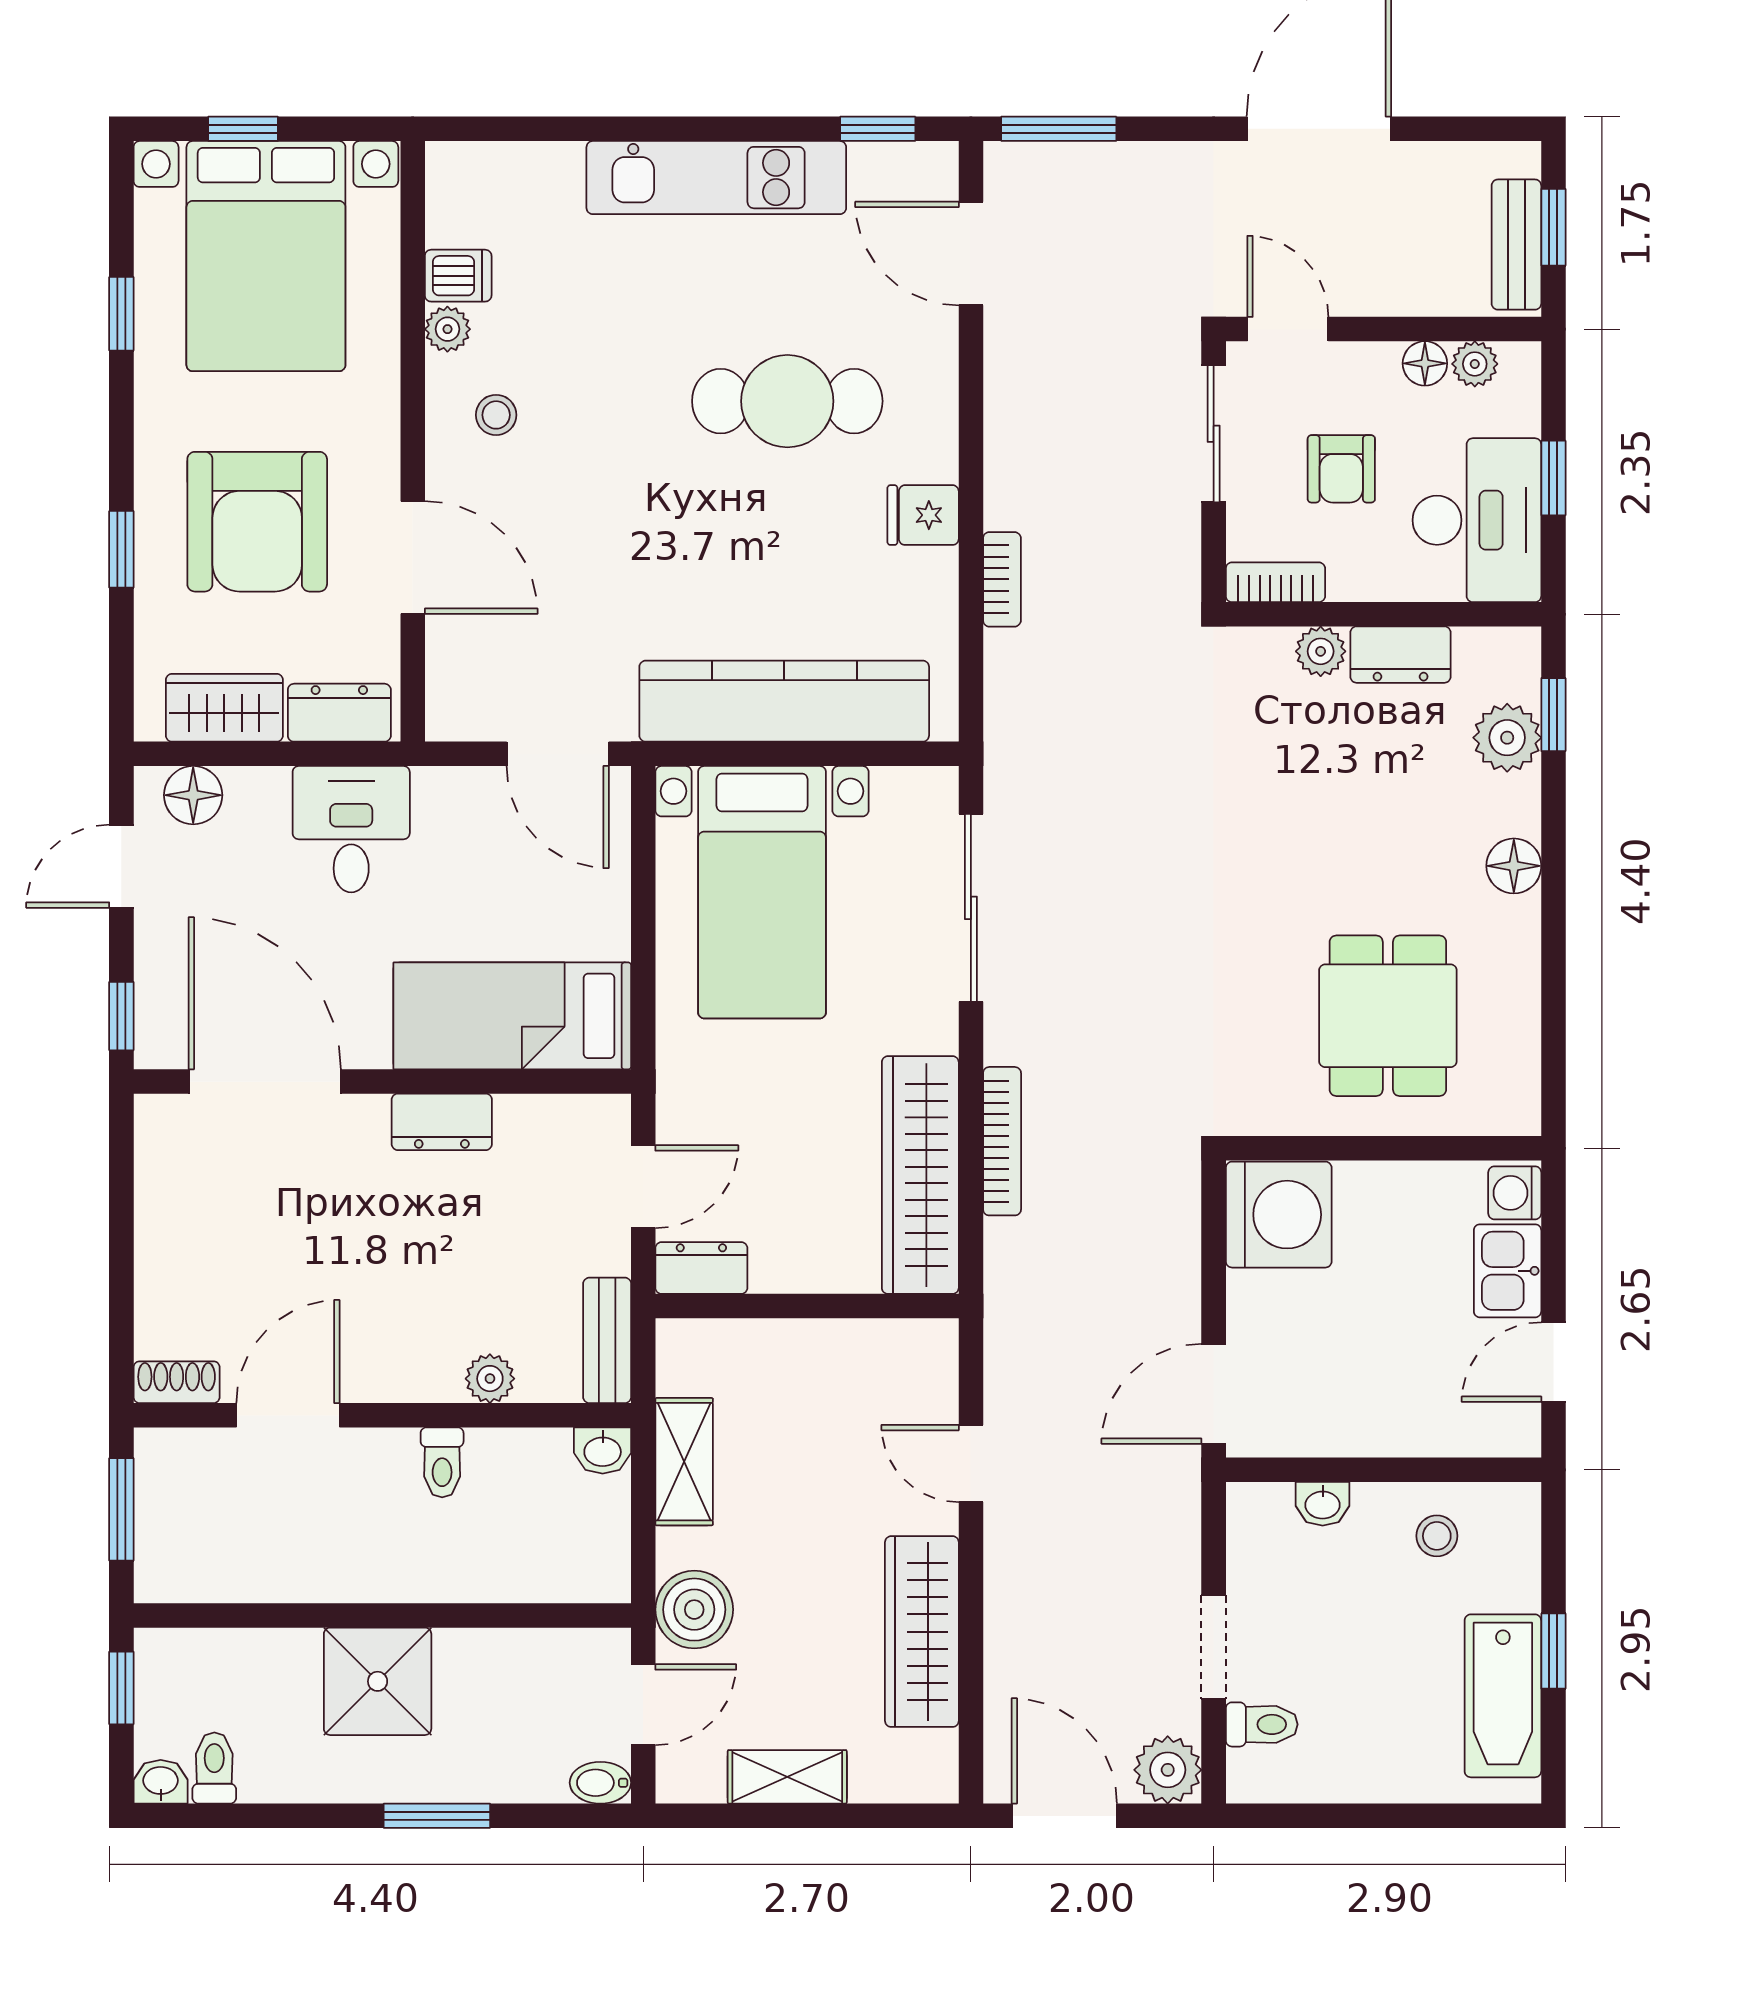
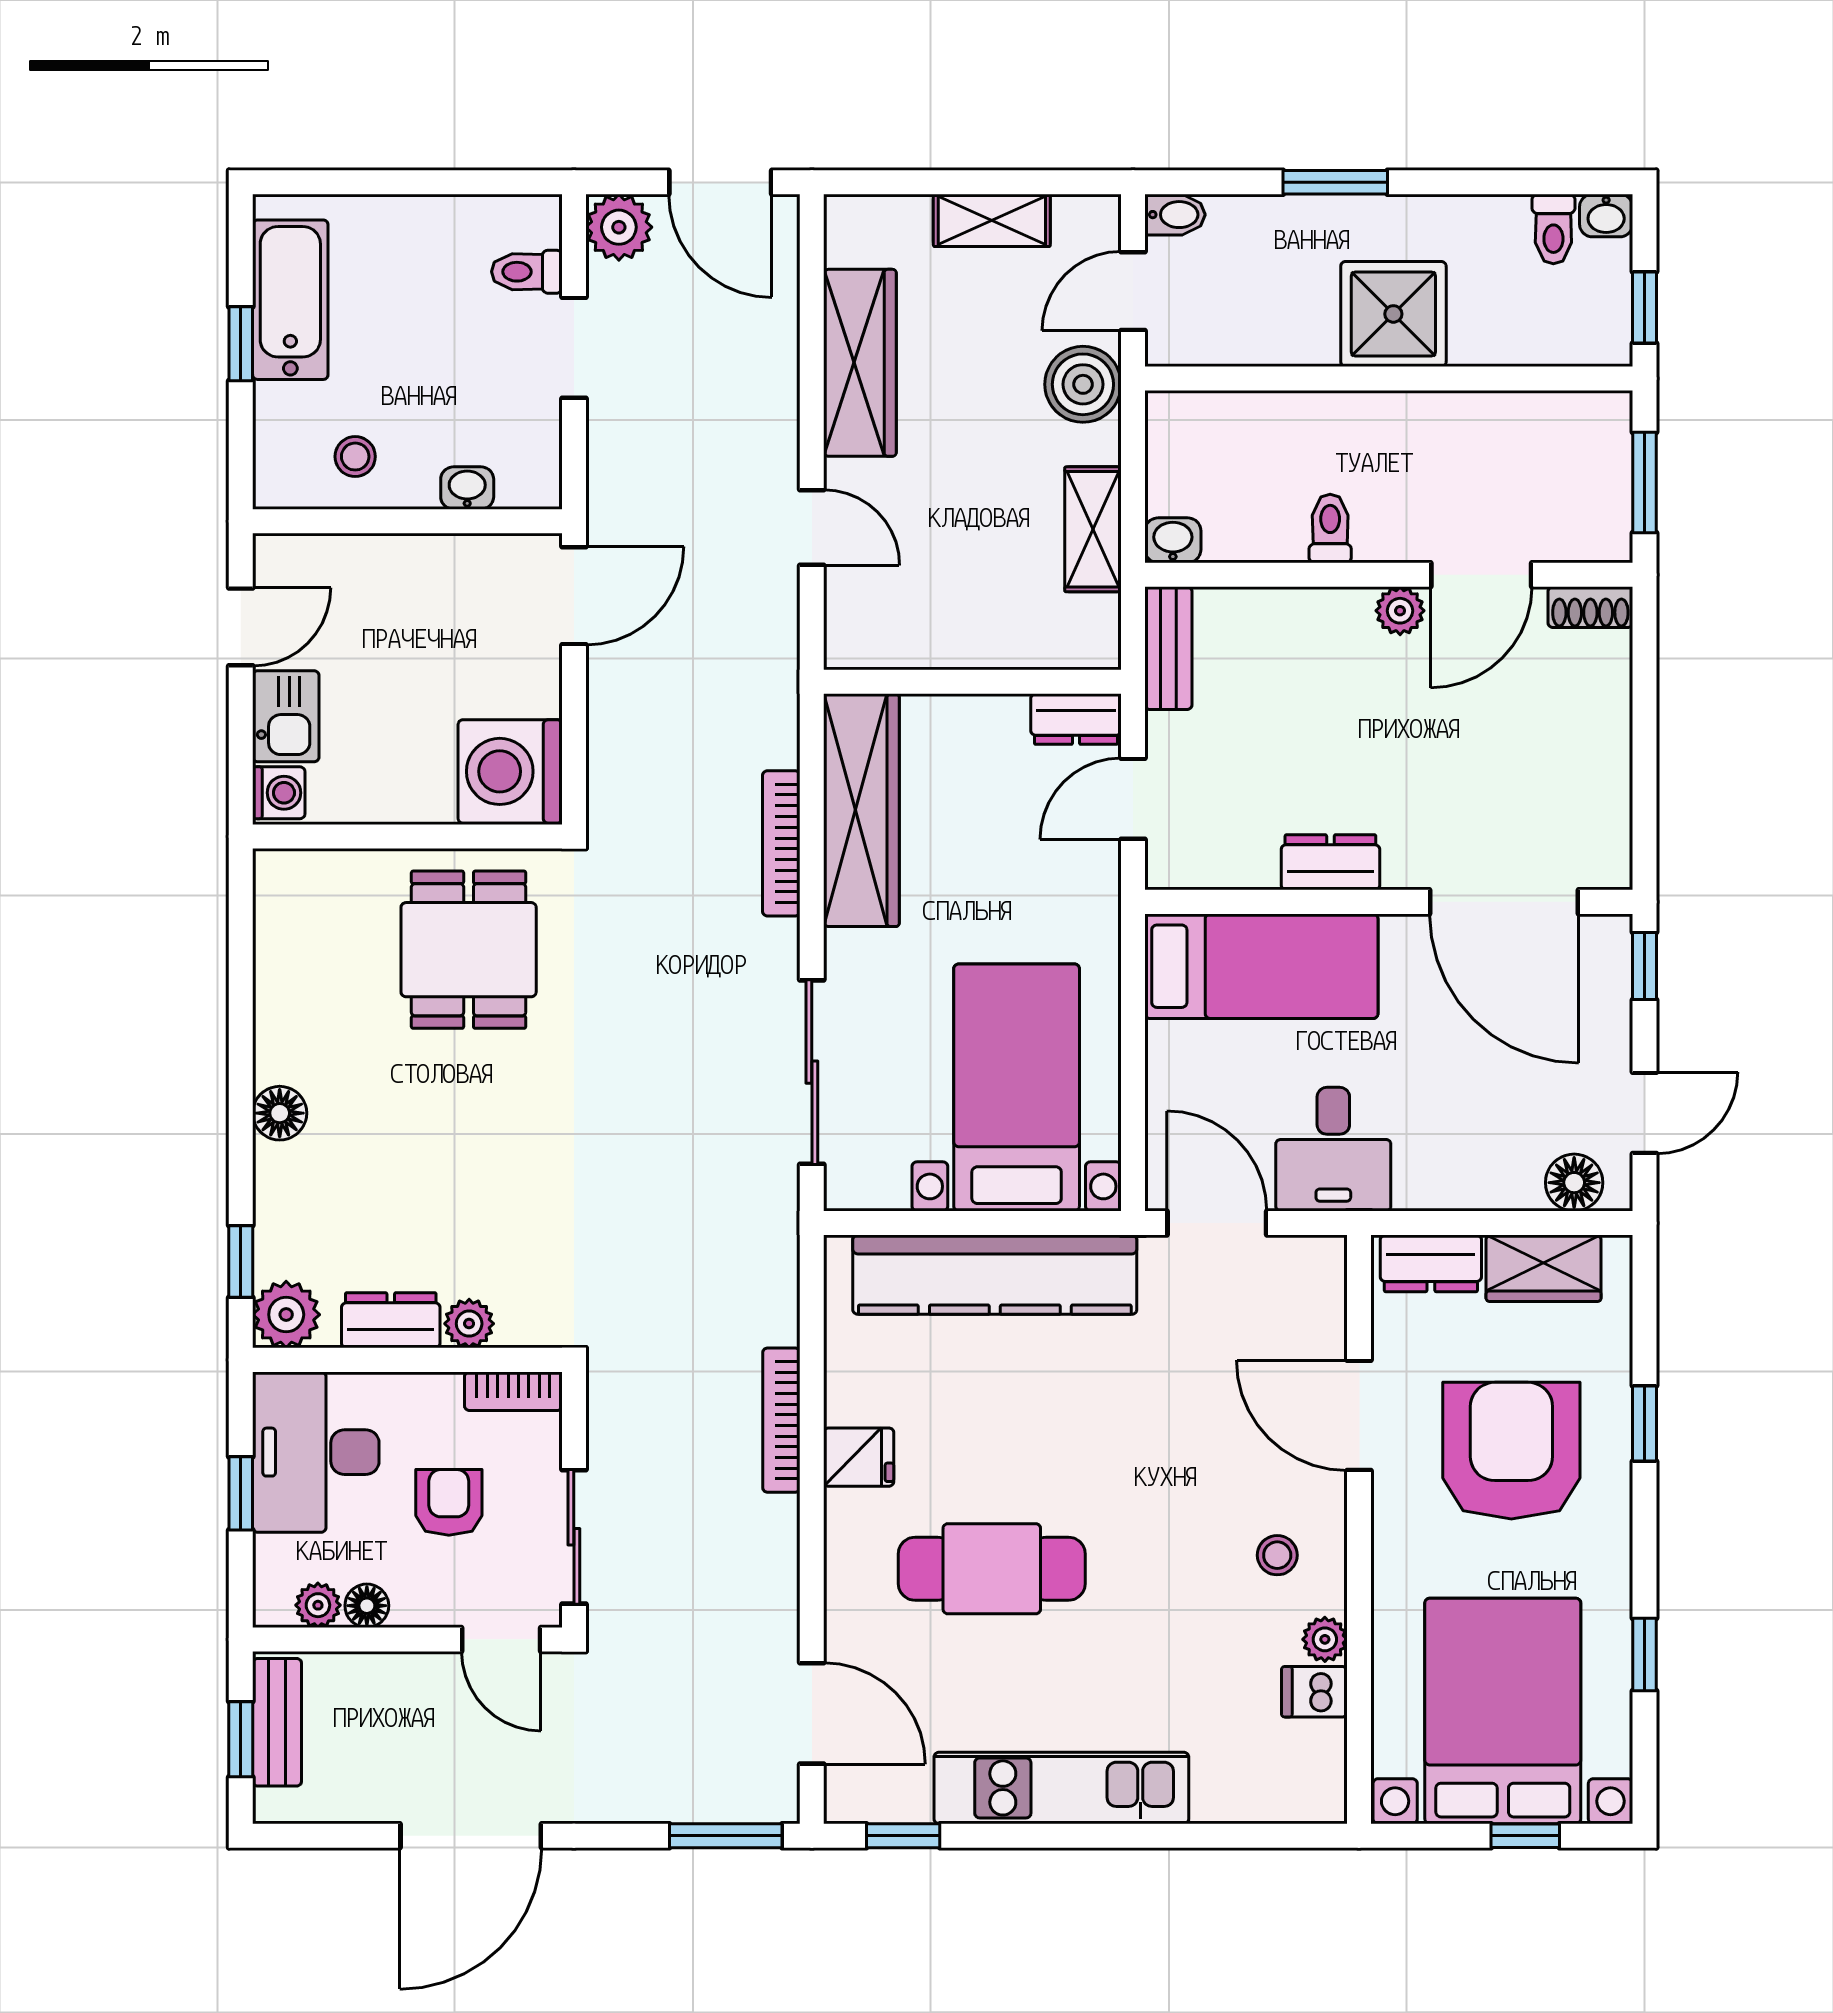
bookcase: (1002, 579) -> (781, 1420), width x1.56
plant: (1507, 738) -> (286, 1315), moved
desk: (351, 829) -> (1333, 1149), moved
dining table: (1388, 1016) -> (469, 950), moved
plant: (490, 1379) -> (1400, 611), moved

